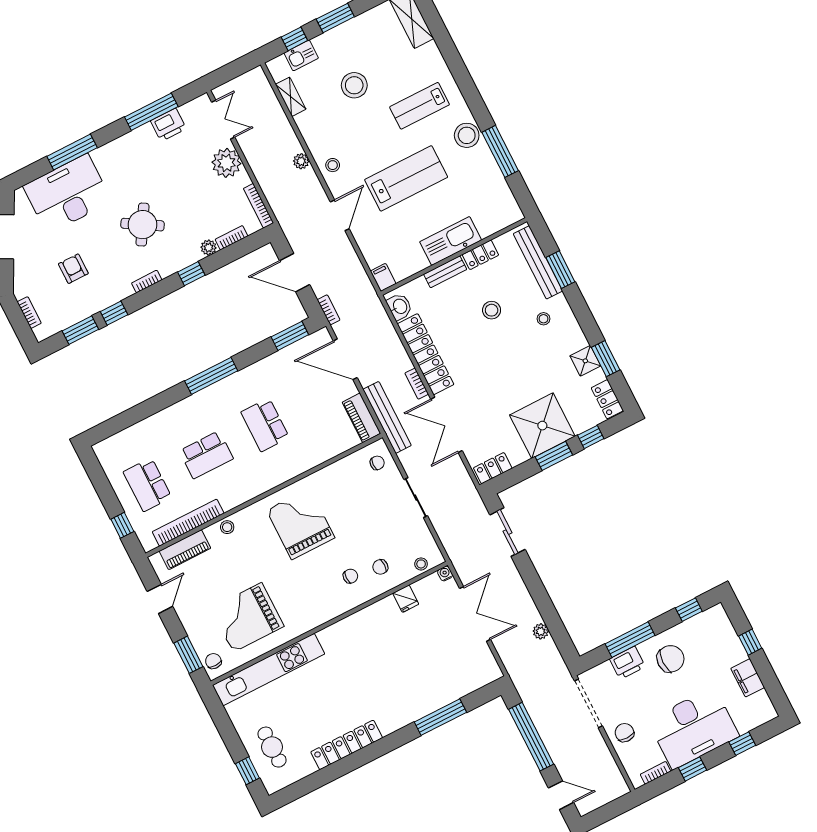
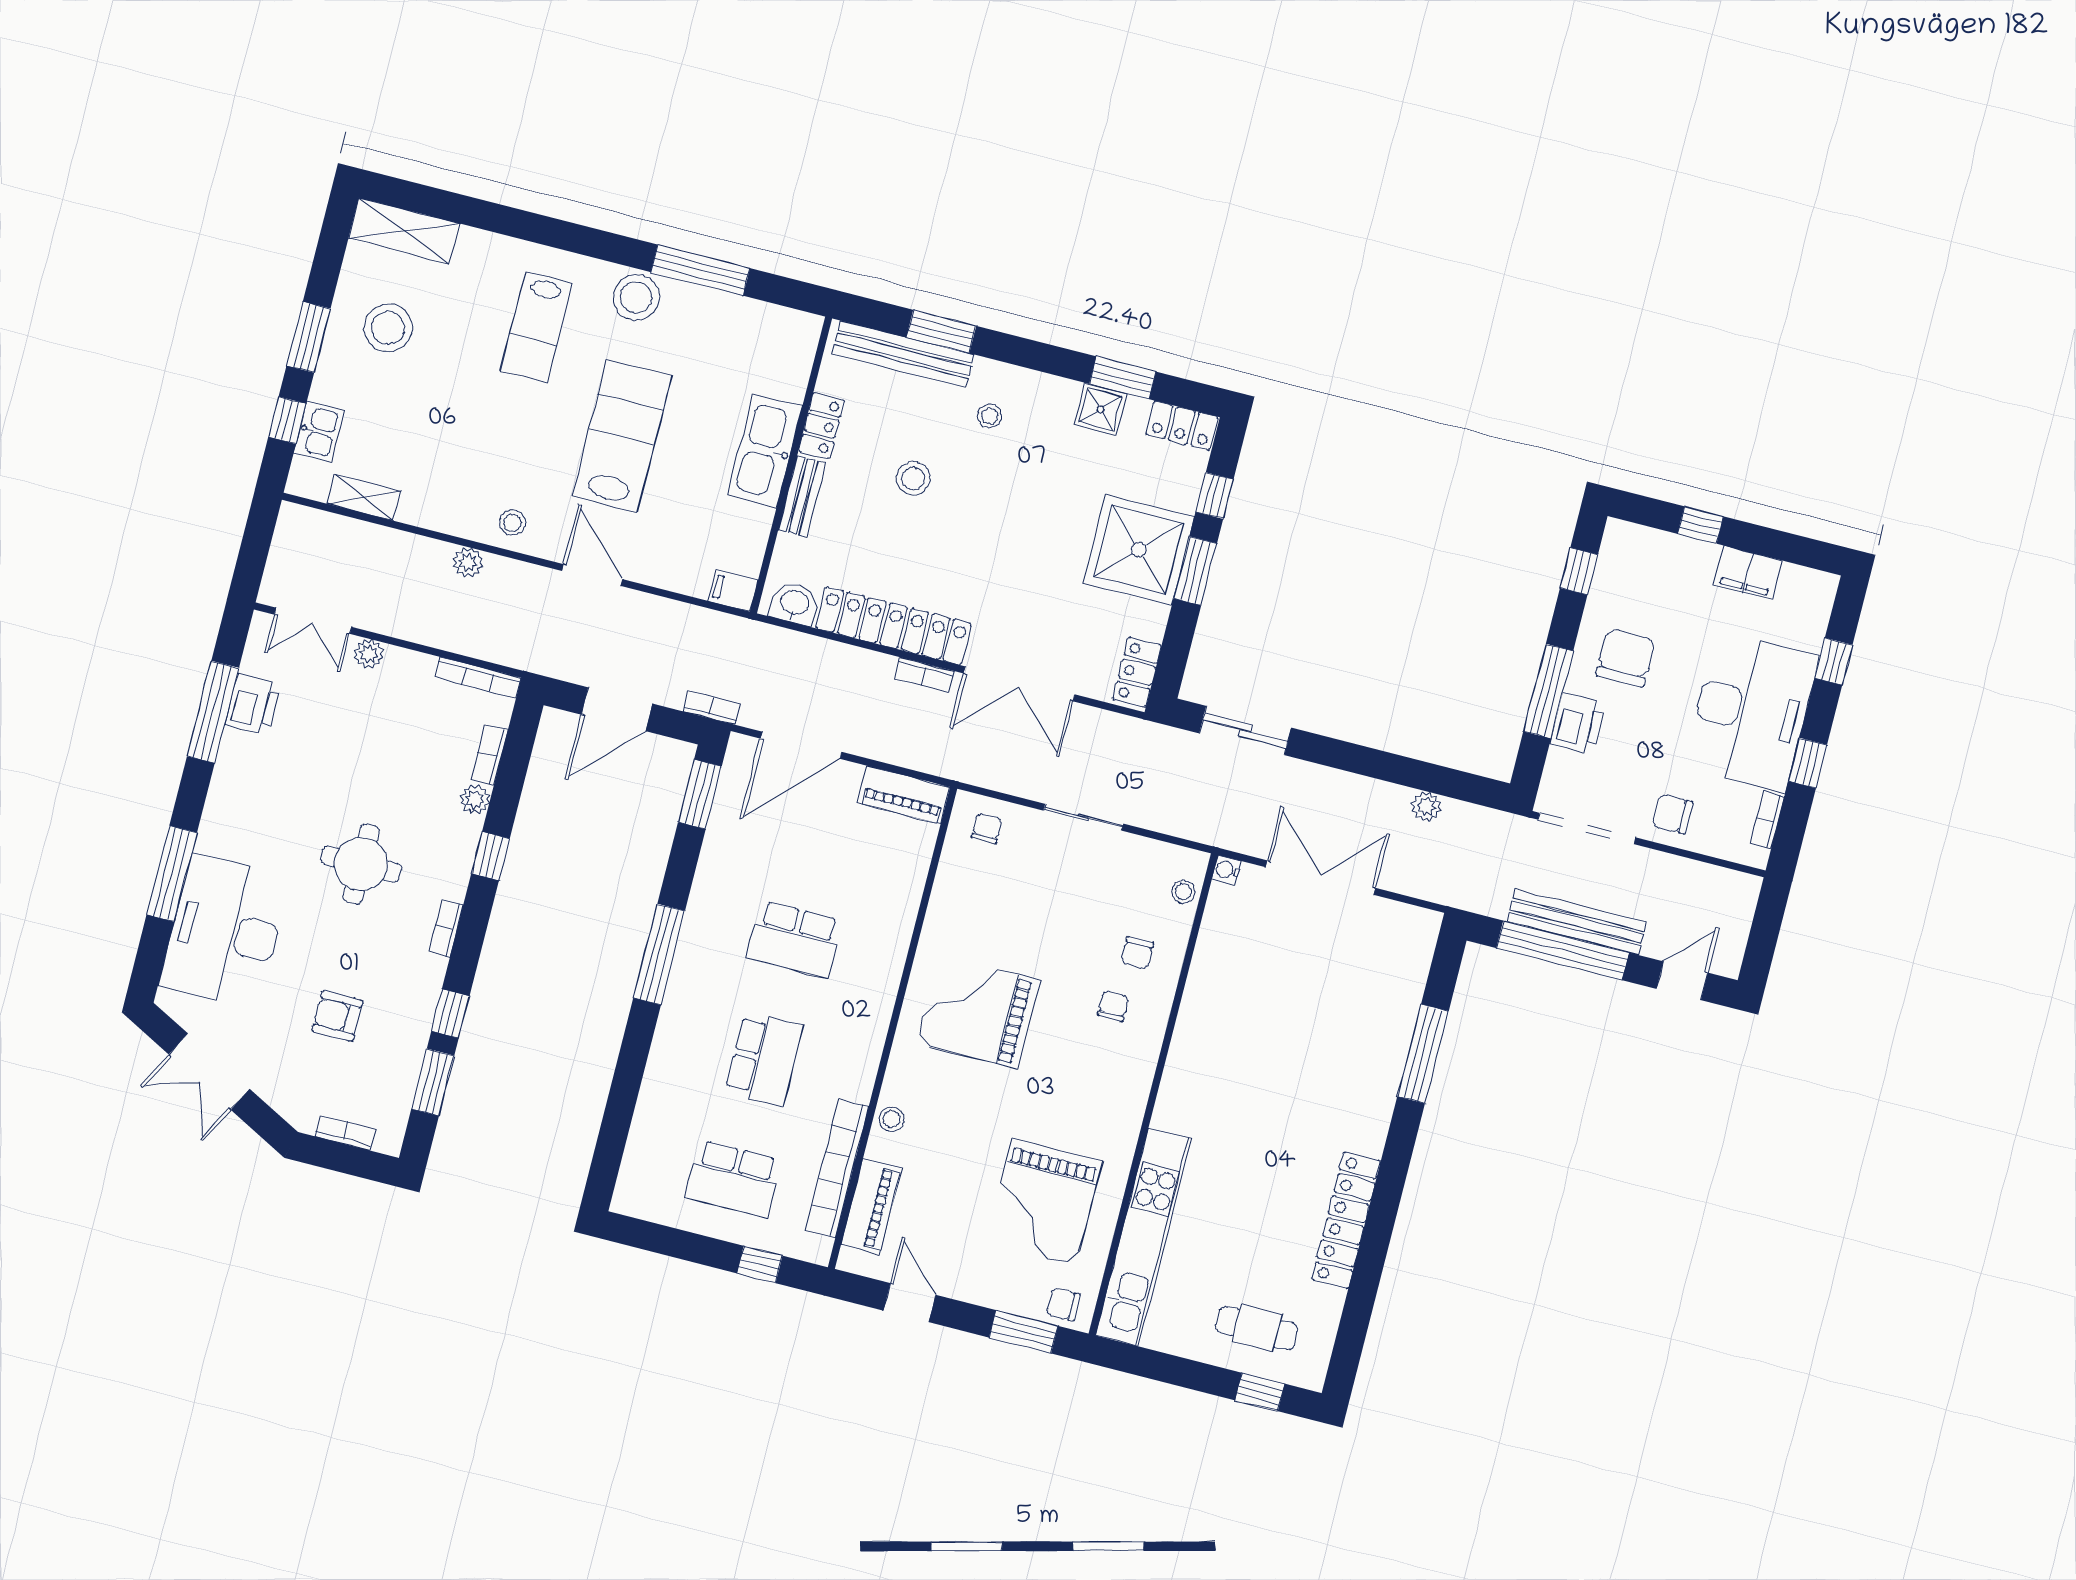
stool: (354, 85) -> (388, 328), moved
double door: (223, 120) -> (313, 621), swing flipped
plant: (226, 163) -> (369, 654), width x0.53, depth x0.53
round table: (143, 225) -> (361, 864), turned -31
bench: (387, 417) -> (1577, 922), moved
fridge: (406, 599) -> (1213, 956), removed

